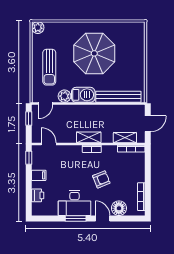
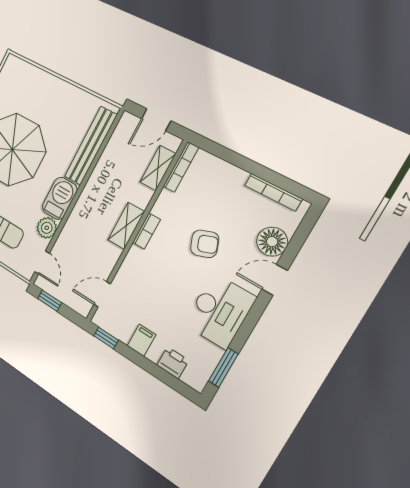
door: (148, 124) -> (156, 120), swing flipped
armchair: (101, 179) -> (205, 244), turned 92
window: (76, 218) -> (223, 367), moved

